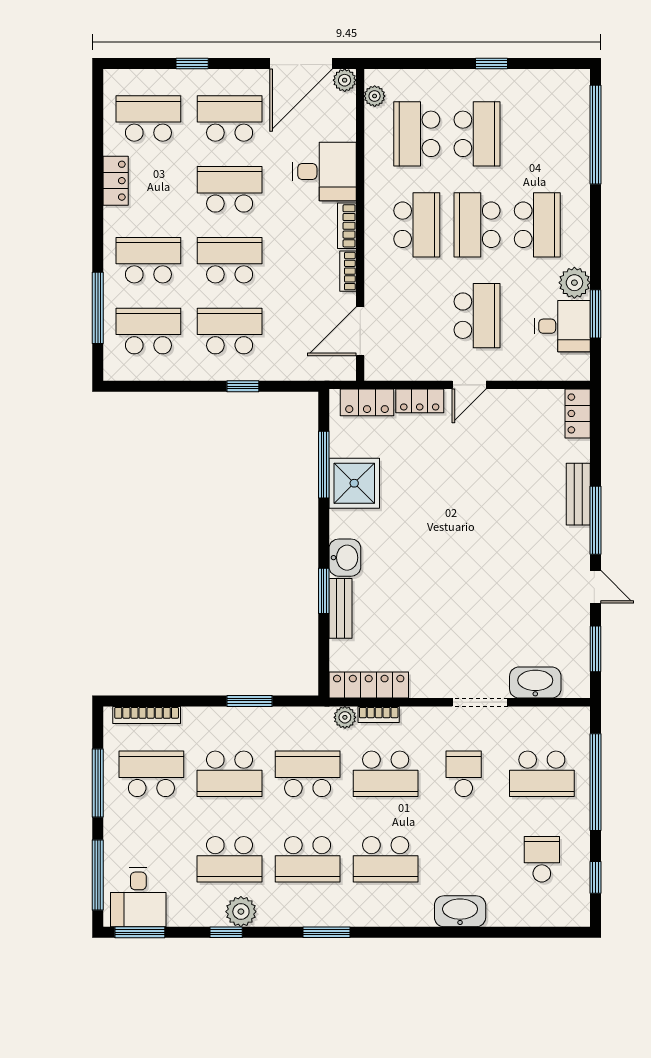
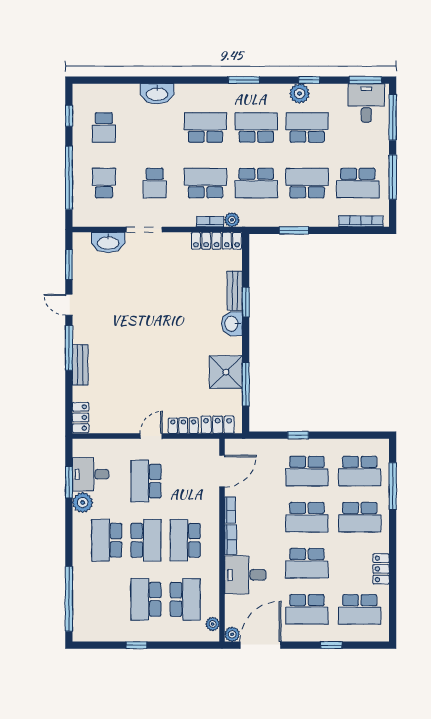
school desk: (542, 774) -> (104, 183), width x0.54

